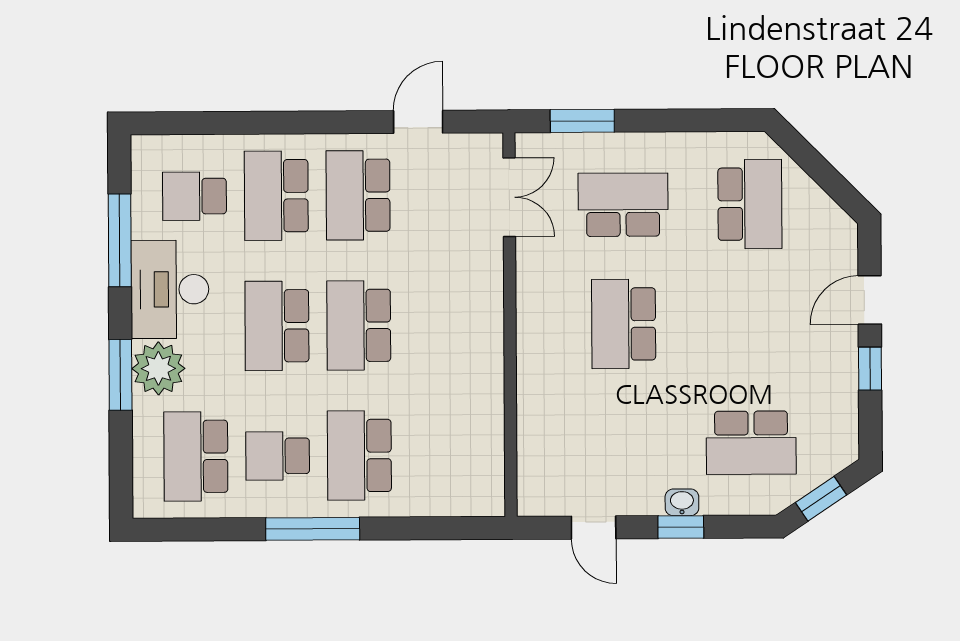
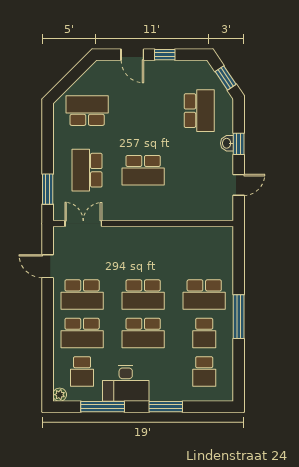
plant: (158, 368) -> (60, 395), moved, width x0.53, depth x0.53
school desk: (196, 456) -> (204, 371), width x0.54

